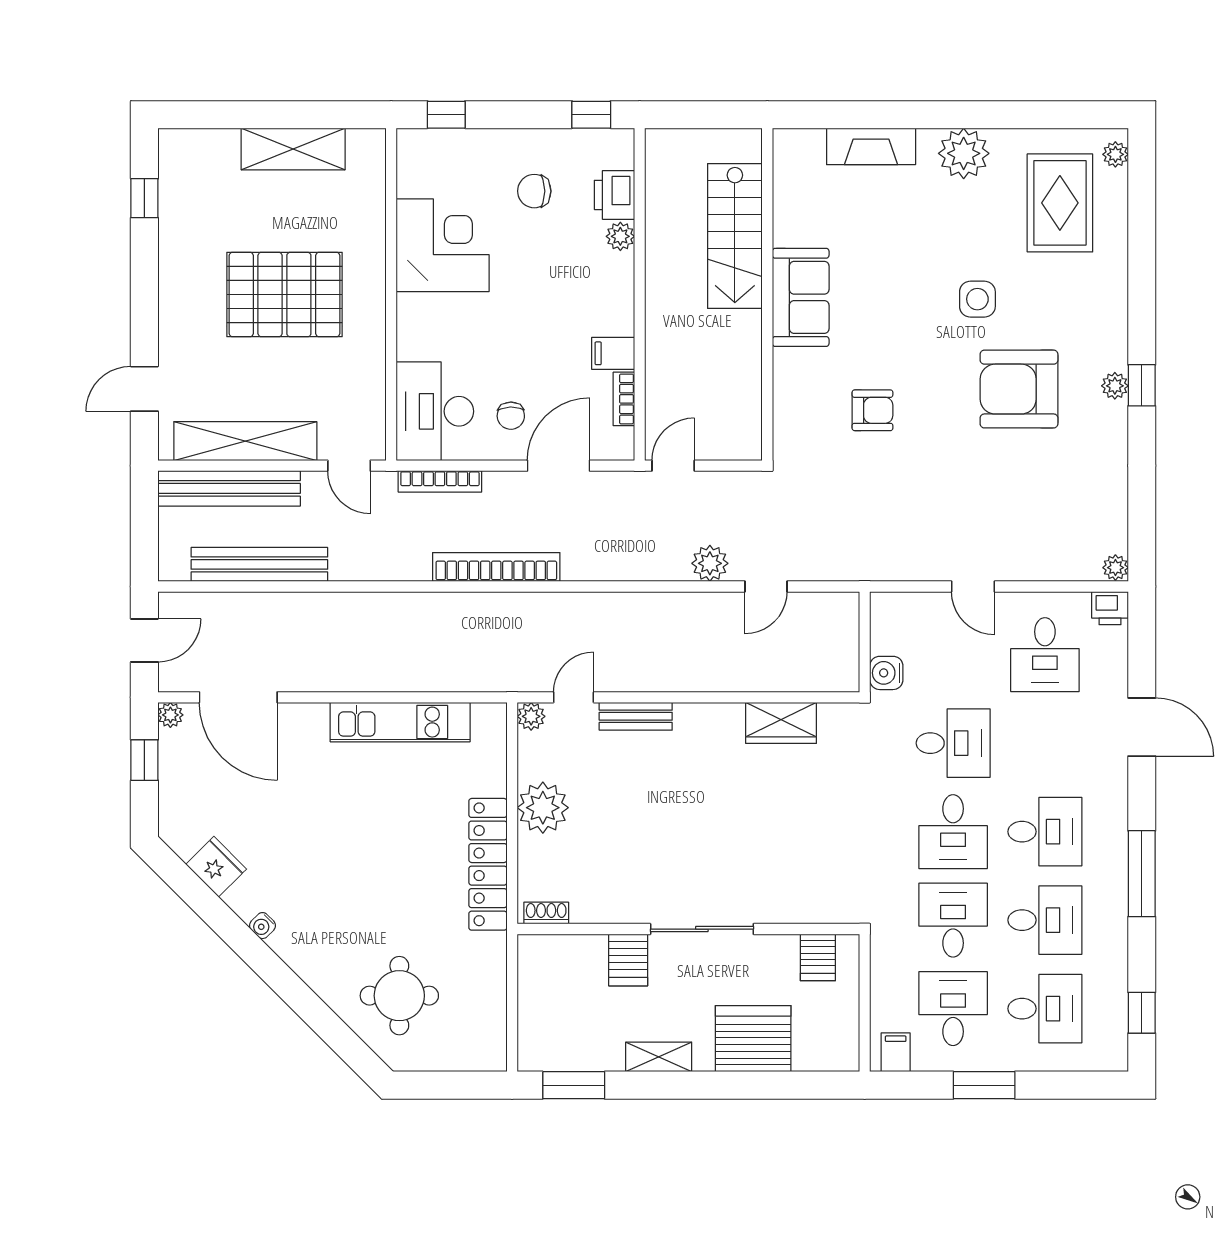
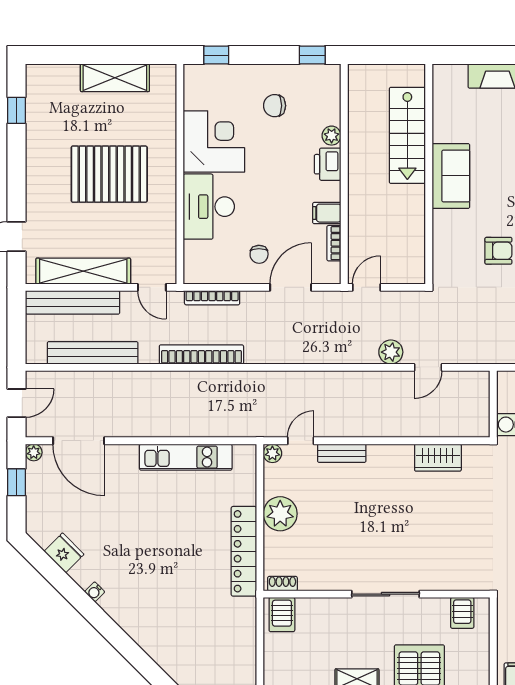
printer: (614, 195) -> (328, 164), moved
desk: (435, 411) -> (209, 207), moved
bookcase: (496, 567) -> (201, 354), moved
server rack: (628, 960) -> (282, 615), moved
round table: (399, 996) -> (185, 638), removed

